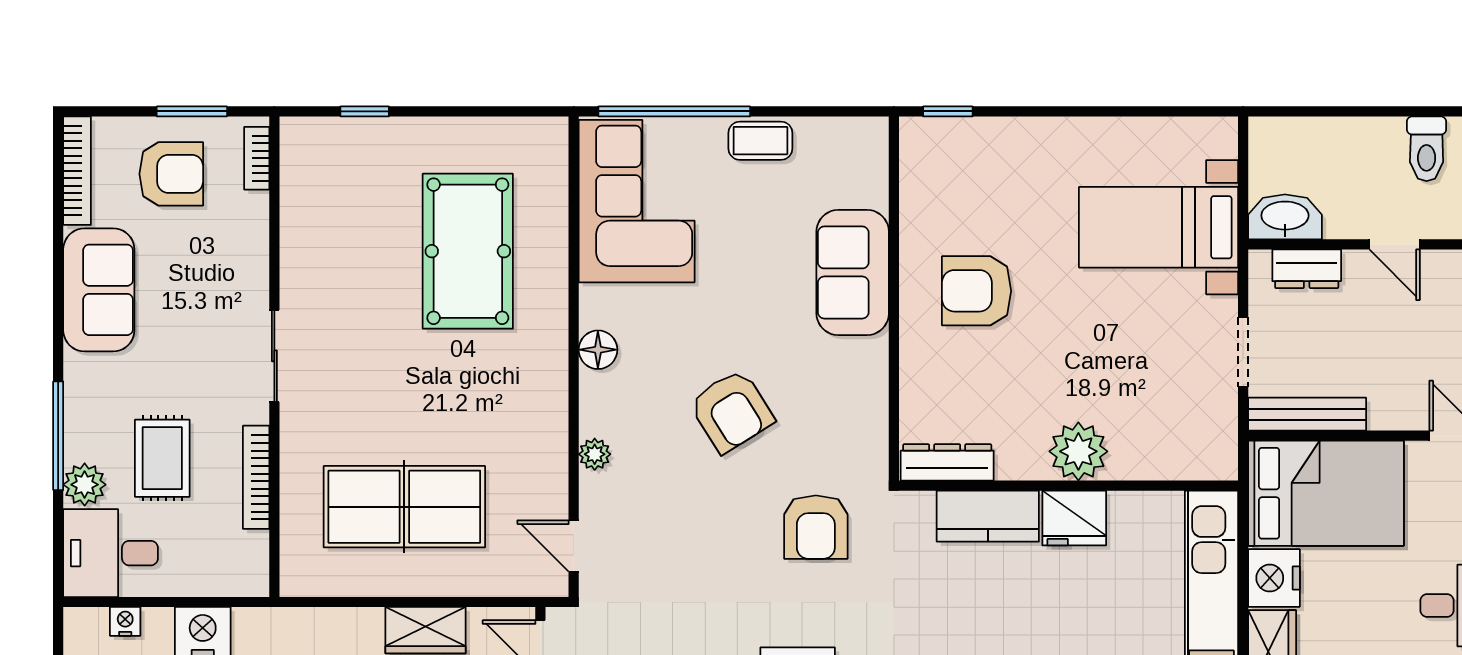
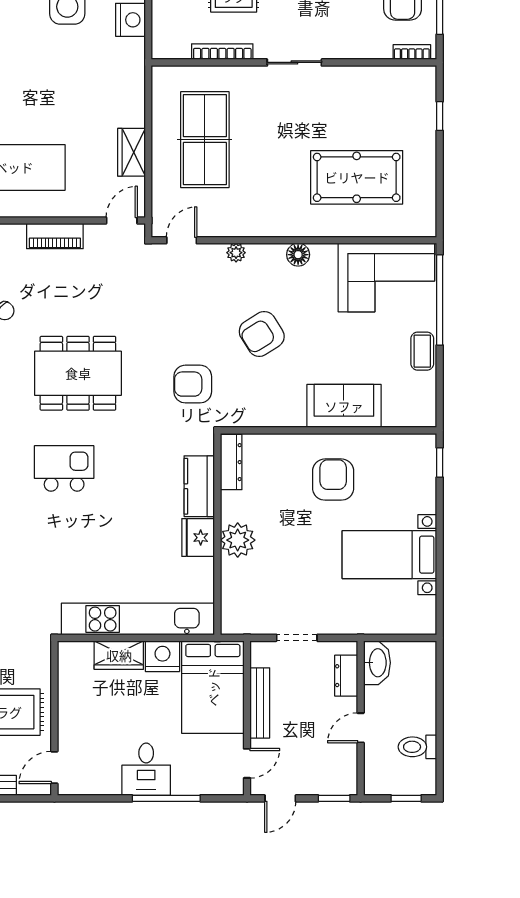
bed with nightstands: (1159, 227) -> (389, 555), moved, turned -90
bench: (1307, 414) -> (260, 703), moved

